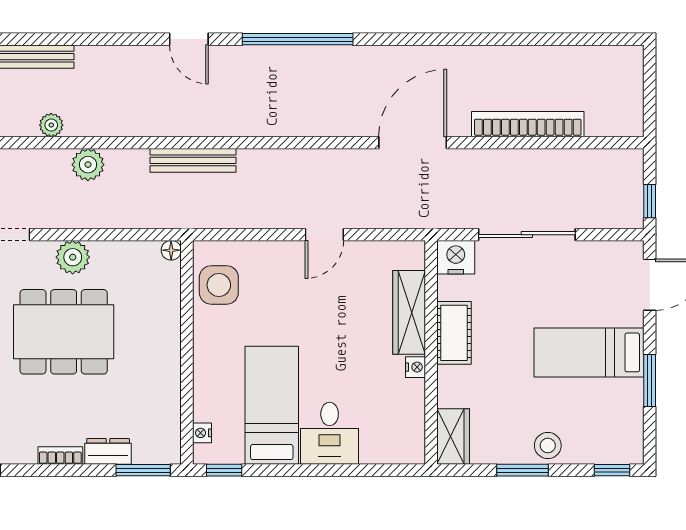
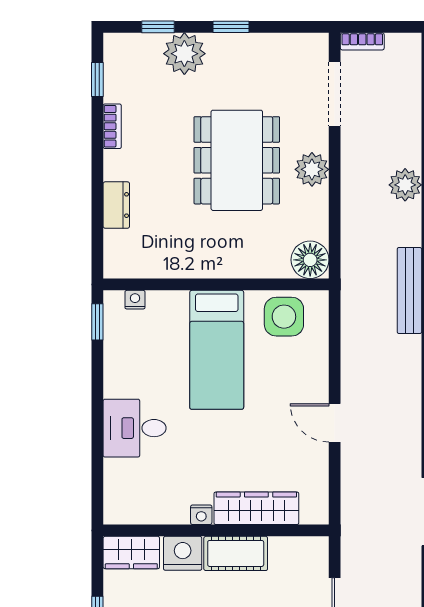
floor lamp: (171, 250) -> (310, 260), width x1.89, depth x1.89
nightstand: (456, 257) -> (183, 553), moved, turned -90
bed: (272, 405) -> (217, 350), moved, turned 90
bookcase: (60, 456) -> (112, 126), moved
window: (143, 470) -> (97, 240), removed

